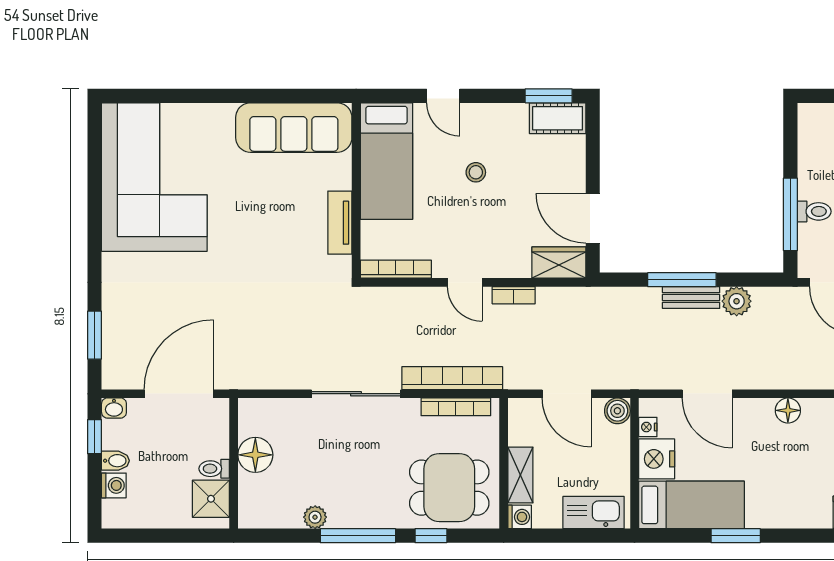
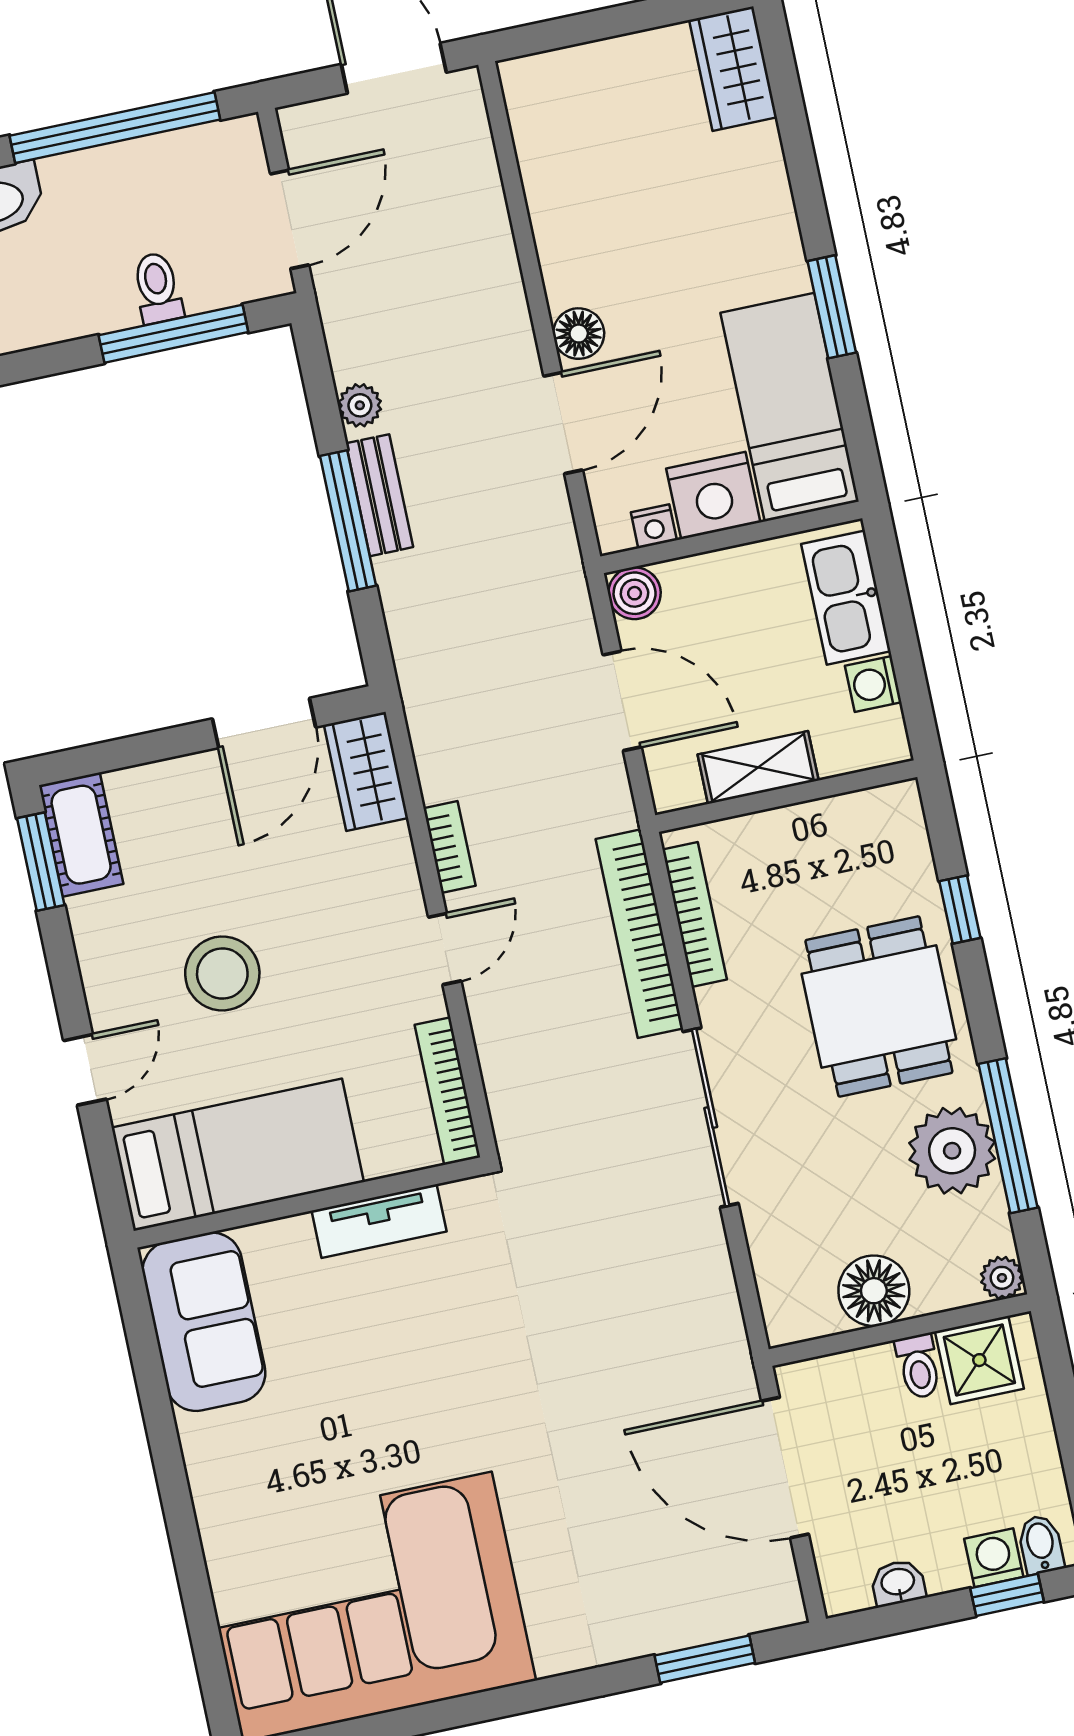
sofa: (294, 128) -> (204, 1322), width x0.73
stool: (476, 172) -> (222, 973), width x1.89, depth x1.89
plant: (737, 301) -> (360, 405), width x0.73, depth x0.73
door: (567, 394) -> (622, 701), hinge flipped
washbasin: (114, 408) -> (898, 1583), moved, turned -90
floor lamp: (788, 410) -> (579, 334), moved
window: (94, 437) -> (1007, 1595), moved
bidet: (115, 461) -> (1041, 1545), moved
shelving: (520, 475) -> (758, 767), moved
dining table: (449, 488) -> (879, 1006), moved
plant: (315, 517) -> (952, 1151), width x1.88, depth x1.88
washing machine: (520, 517) -> (873, 684), moved, turned -90
plant: (248, 518) -> (1002, 1278), added
window: (358, 536) -> (1008, 1136), moved

